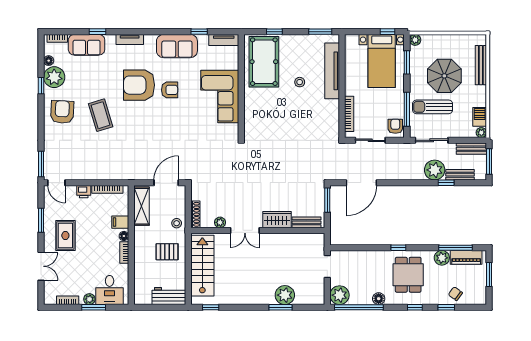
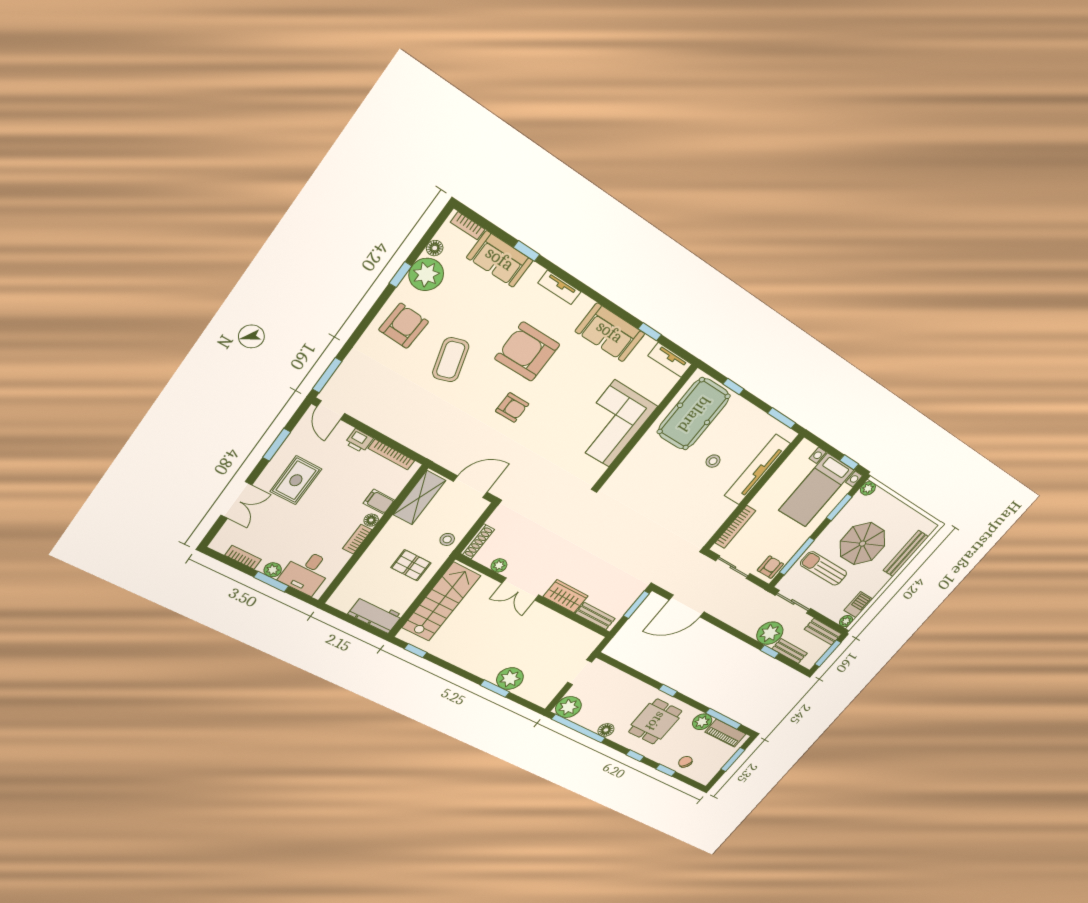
armchair: (170, 90) -> (512, 408), moved

